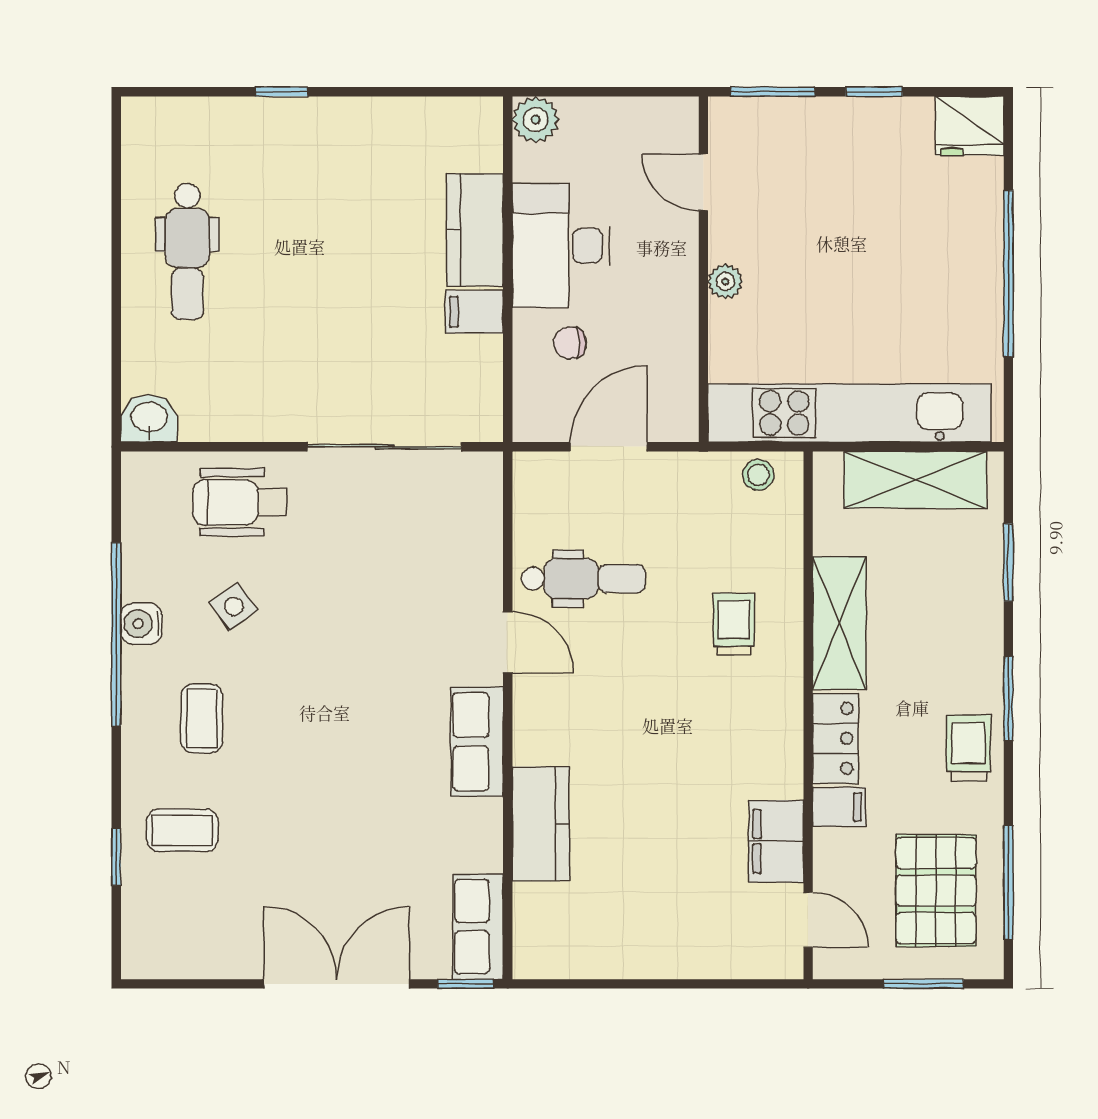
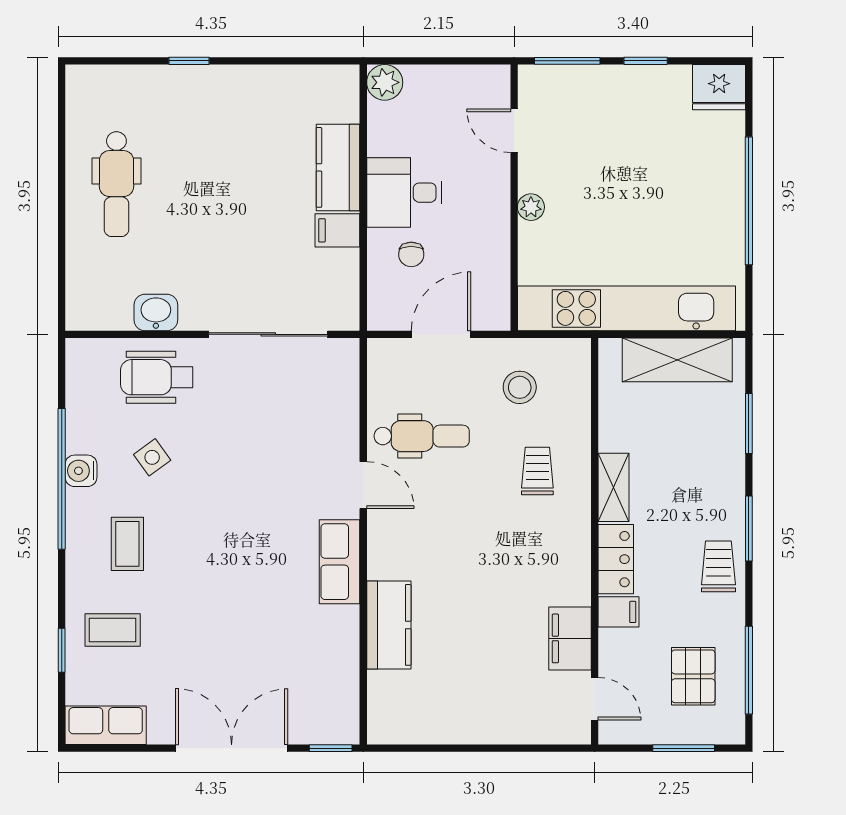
desk: (561, 246) -> (404, 193), width x0.73
chair: (570, 343) -> (411, 254), turned -90
washbasin: (149, 418) -> (156, 313), moved
stool: (758, 475) -> (520, 387), moved, width x1.37, depth x1.37
shelving: (839, 623) -> (614, 487), width x0.67, depth x0.75
pallet: (936, 891) -> (693, 676), width x0.67, depth x0.71
row of seats: (478, 927) -> (106, 725), moved, turned 90

